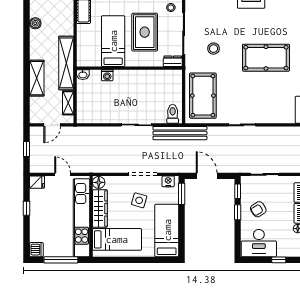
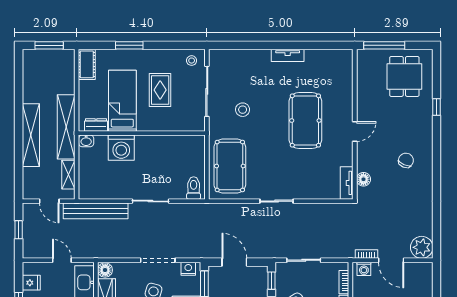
boiler: (35, 23) -> (29, 79), removed
rug: (145, 32) -> (160, 90), width x0.73, depth x0.70
pool table: (266, 58) -> (305, 121), turned 90
dresser: (173, 61) -> (96, 125), moved
washing machine: (107, 75) -> (121, 148), width x1.89, depth x1.89
shelving: (37, 78) -> (31, 135), width x1.47
door: (52, 125) -> (49, 201), hinge flipped
bench: (180, 133) -> (96, 211), moved
fridge: (37, 182) -> (31, 283), moved

